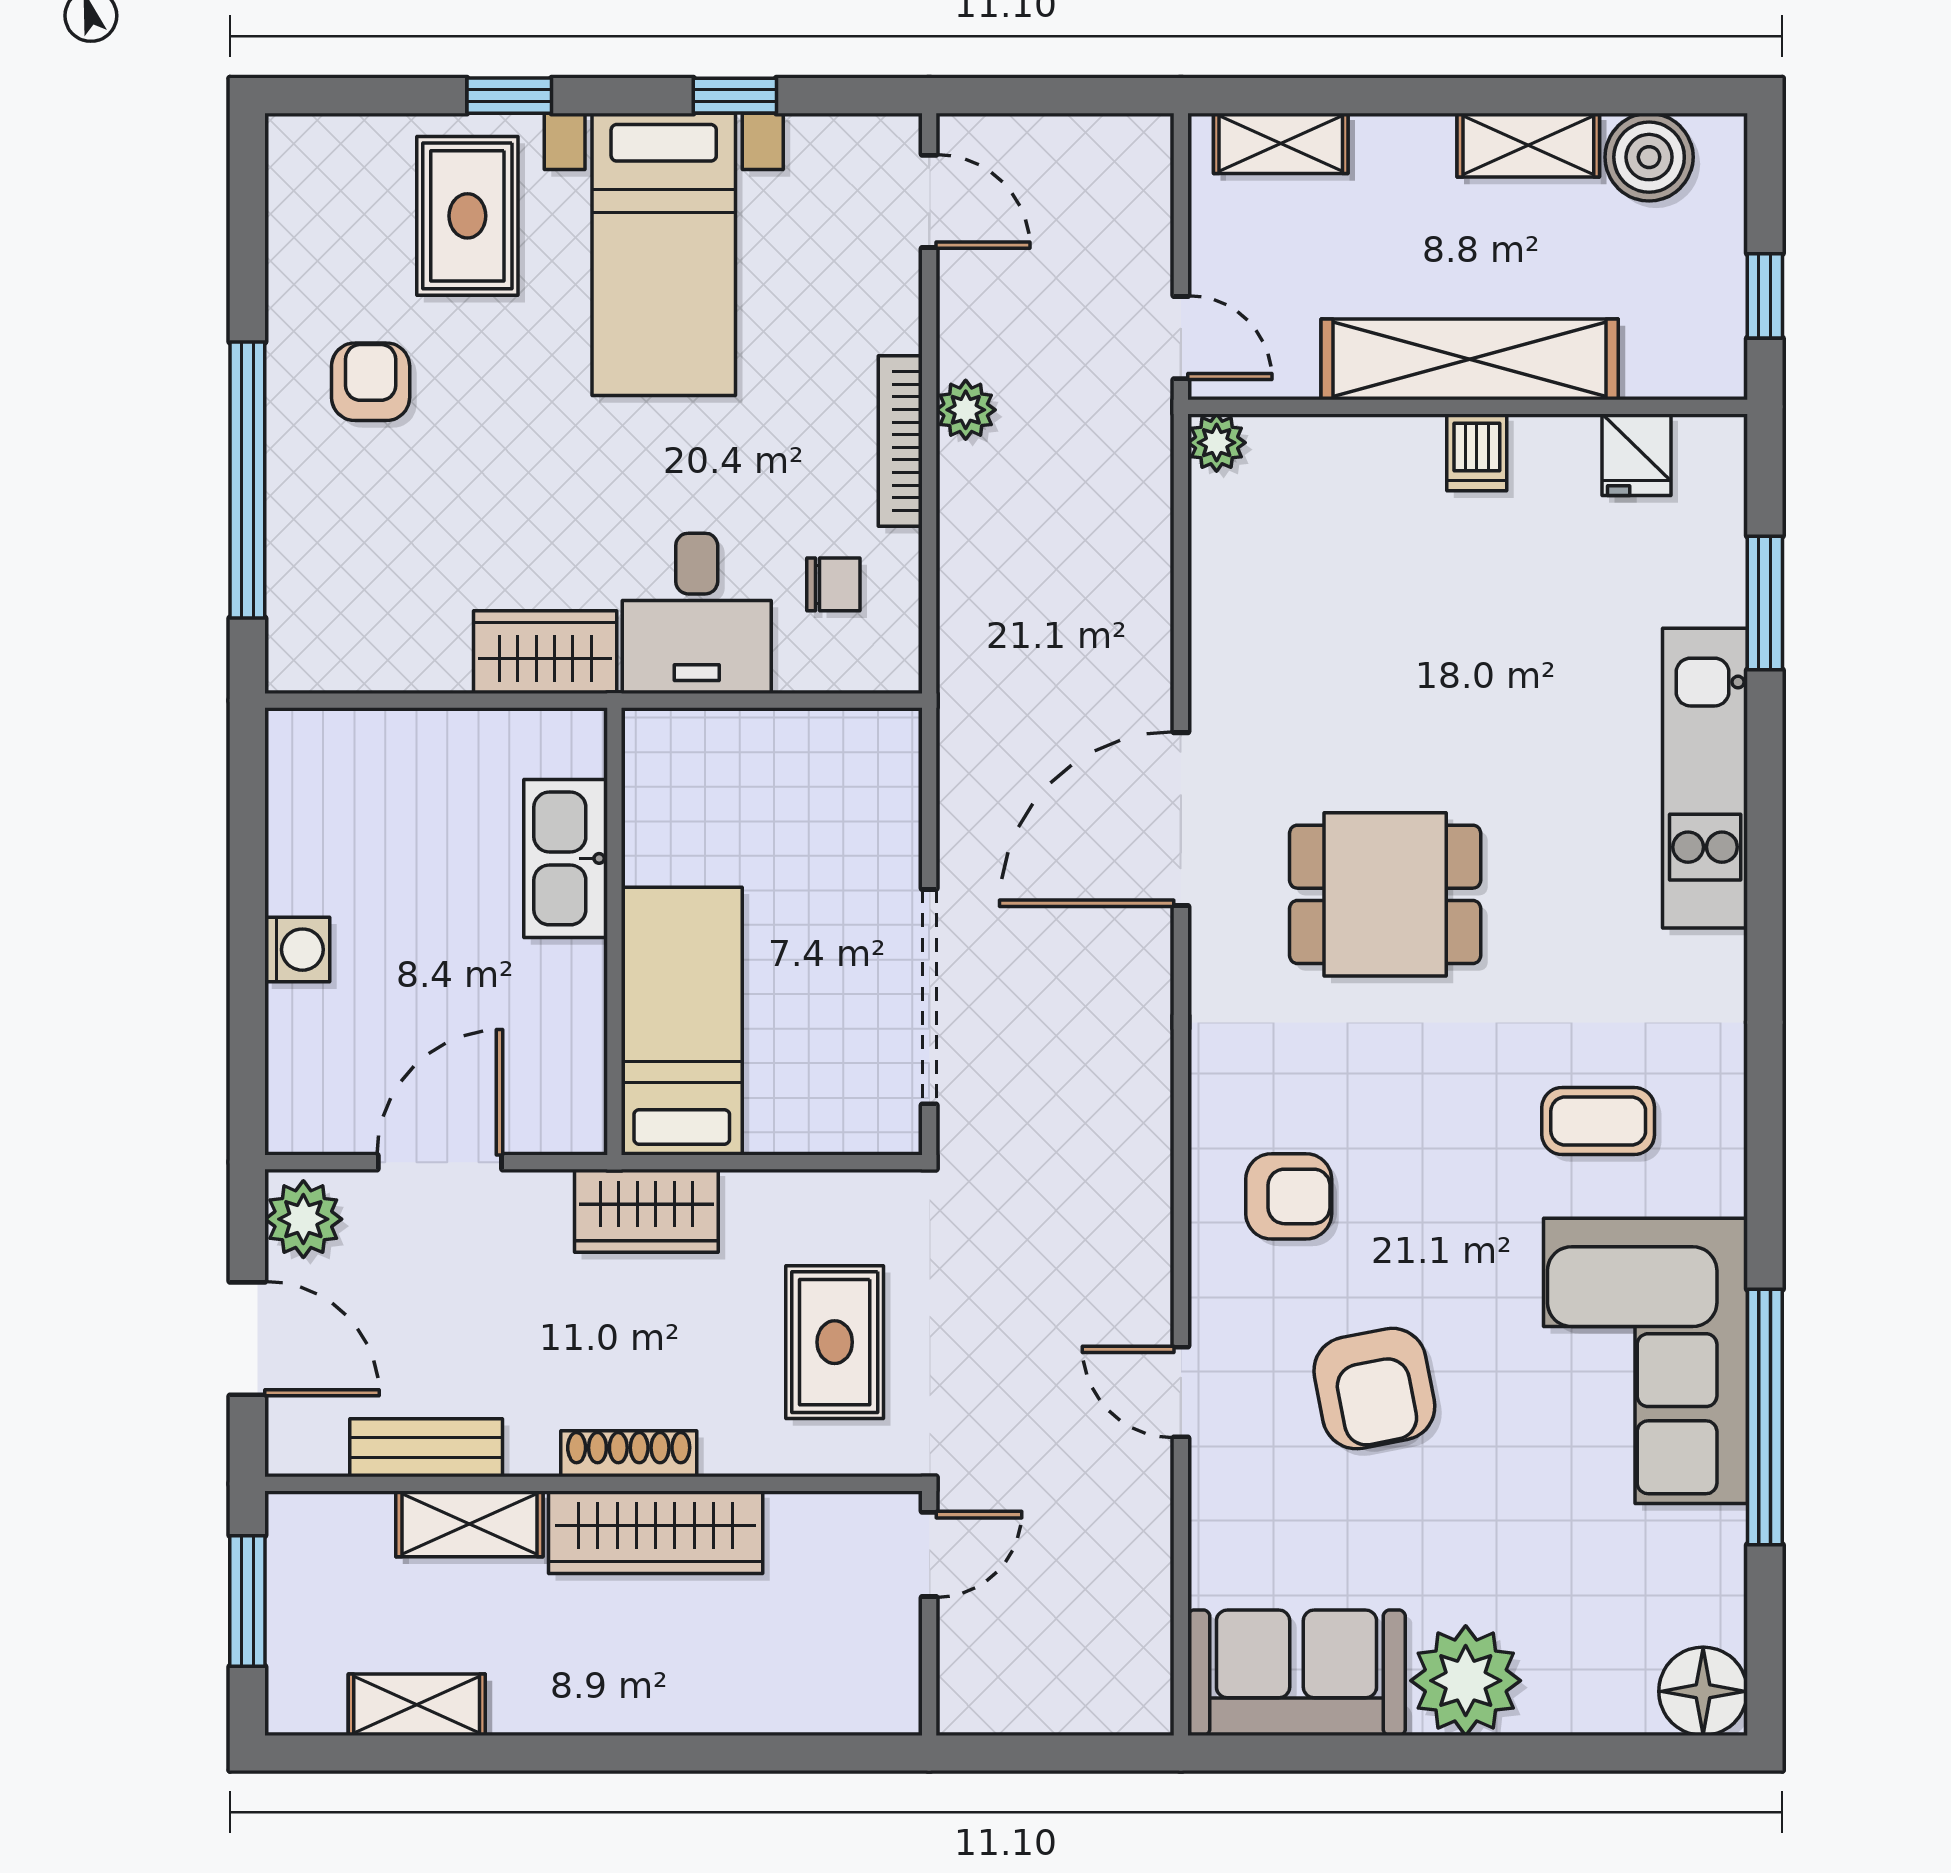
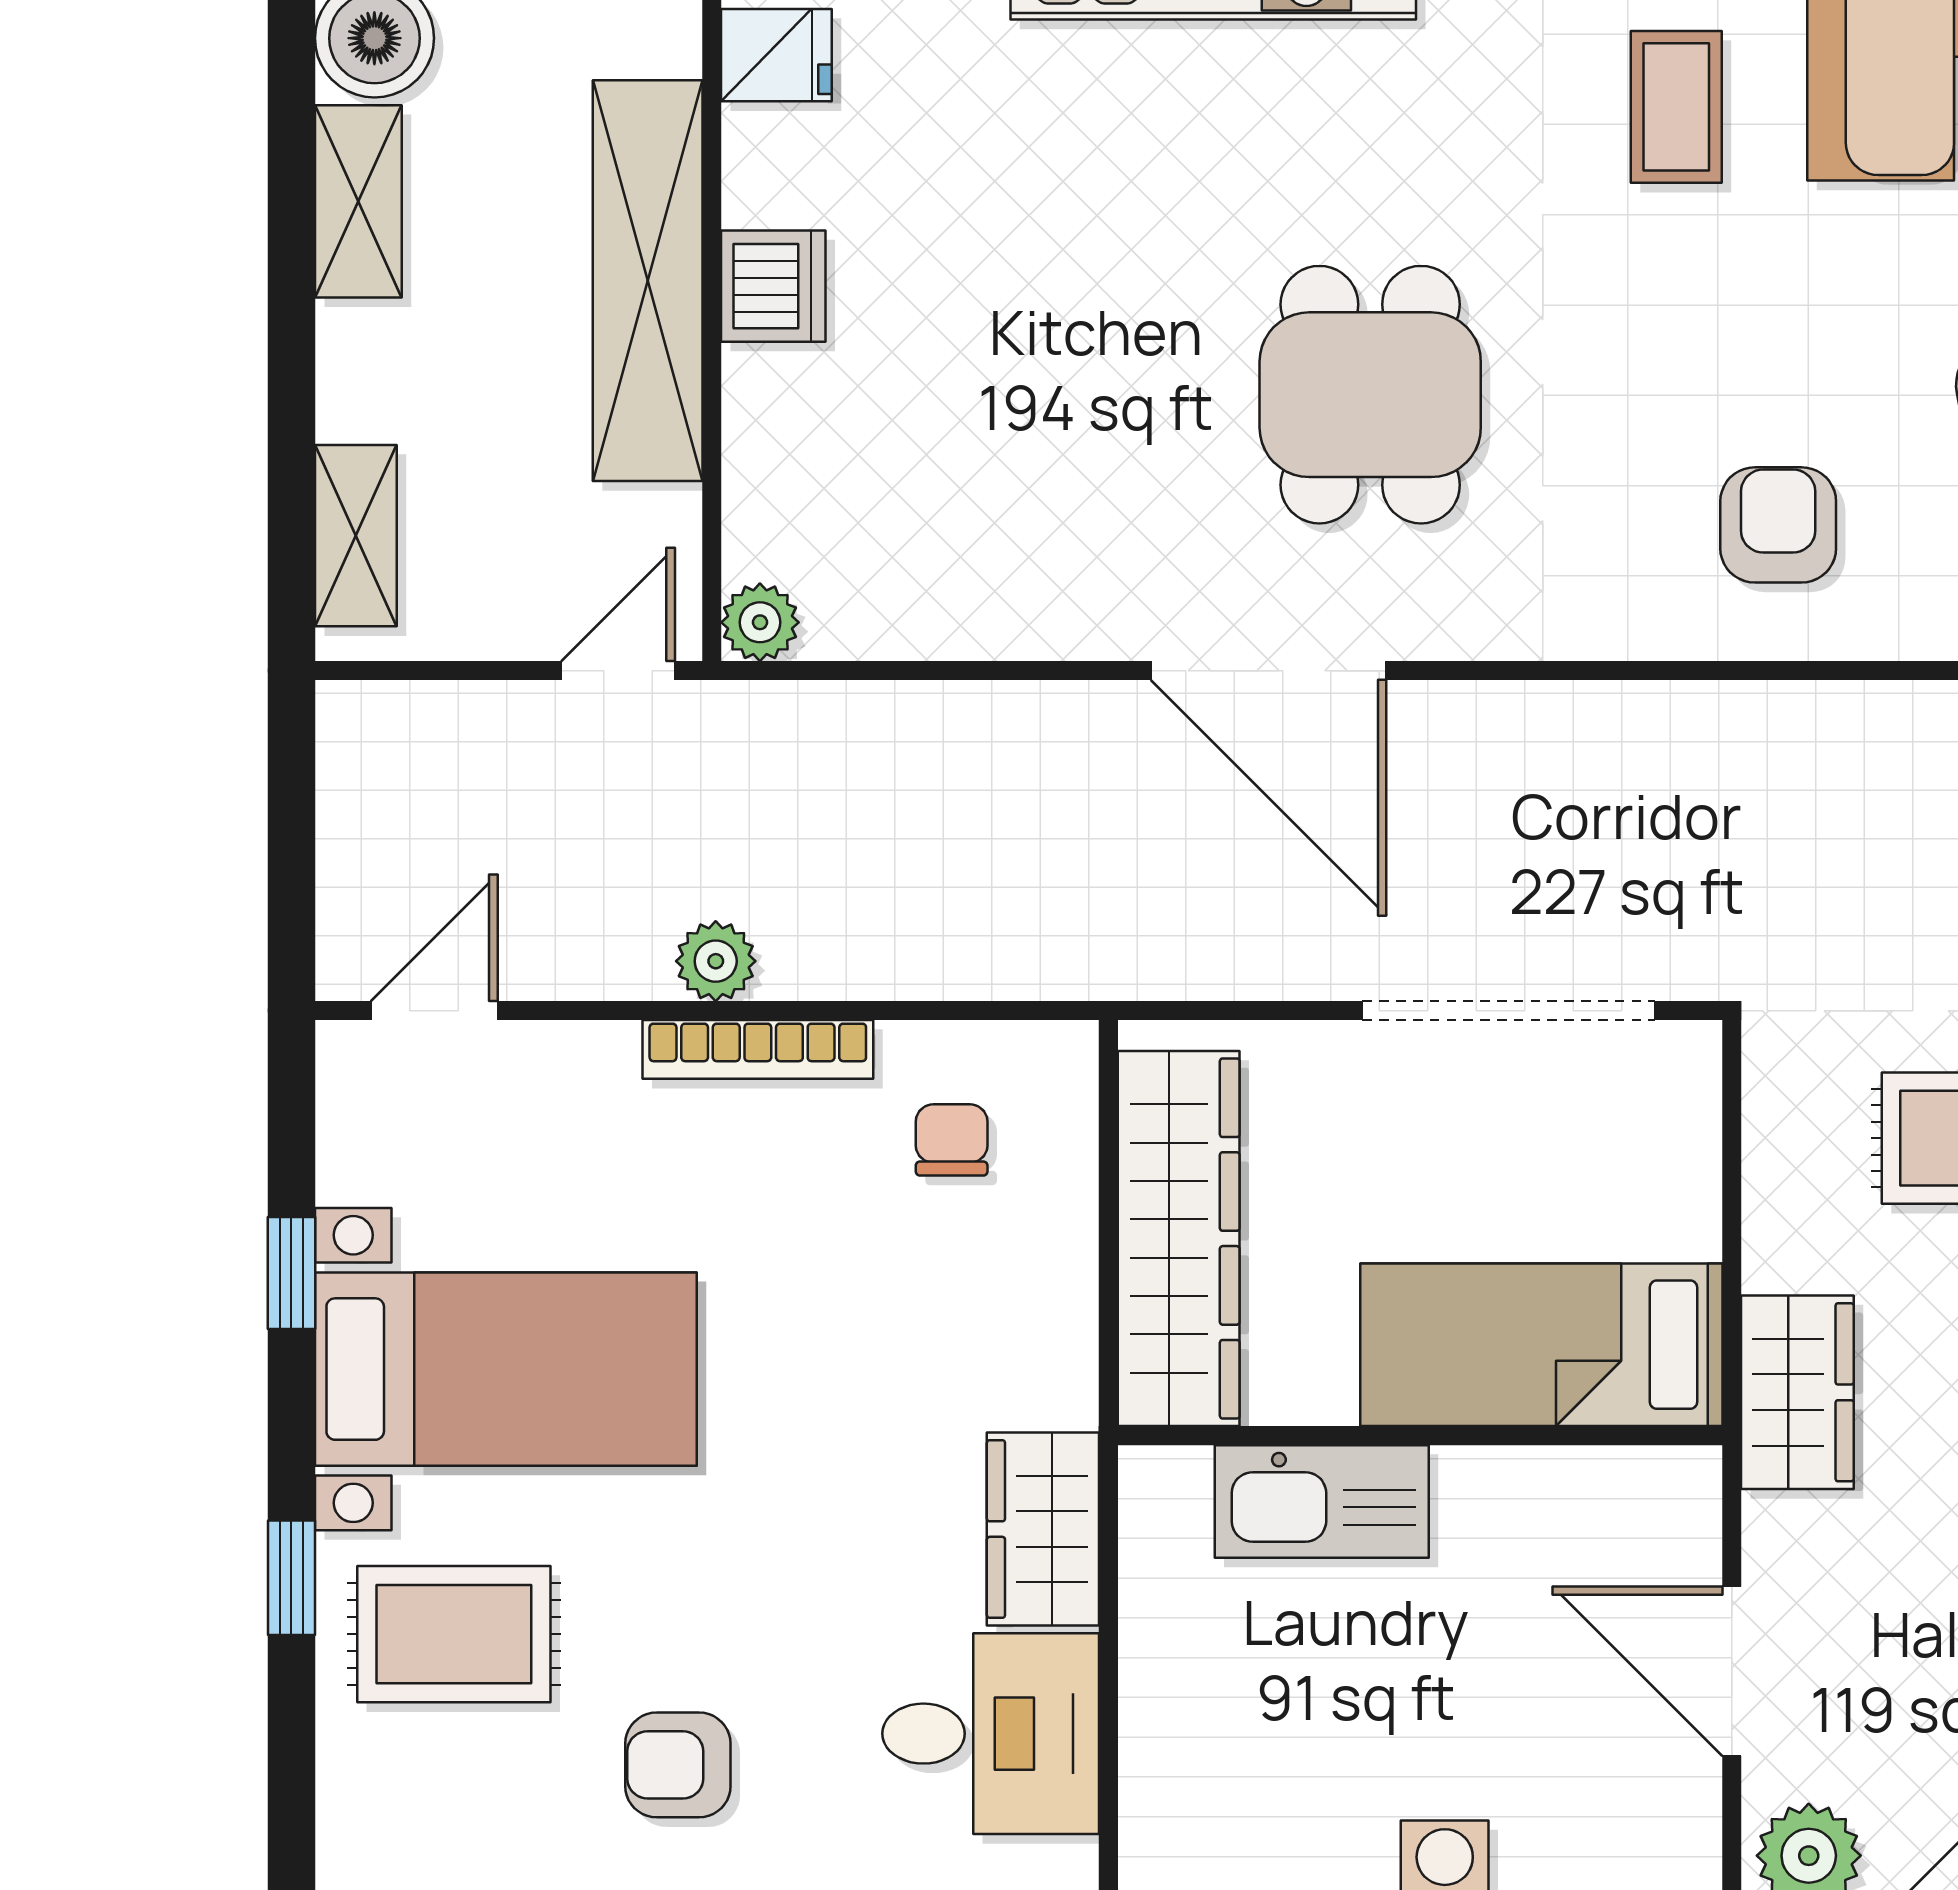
dishwasher: (1477, 452) -> (773, 286), width x1.38
desk: (697, 613) -> (991, 1734), moved
wardrobe: (760, 753) -> (1179, 1238), added

